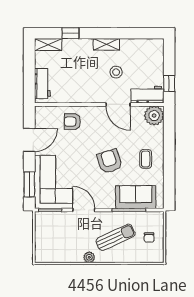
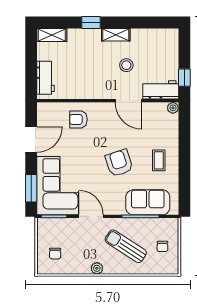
window: (70, 33) -> (91, 23), moved
plant: (154, 116) -> (173, 108), width x0.53, depth x0.53
sun lounger: (116, 237) -> (126, 246), turned -122
chair: (51, 244) -> (55, 254), added

